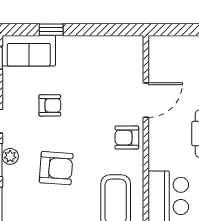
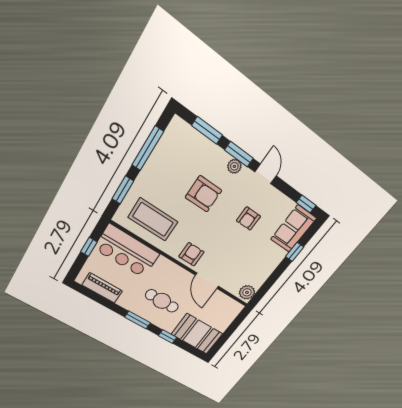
plant: (130, 46) -> (247, 292), added
armchair: (56, 168) -> (203, 194), turned -94

